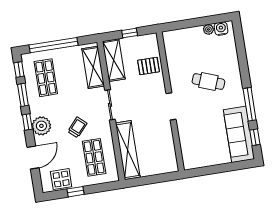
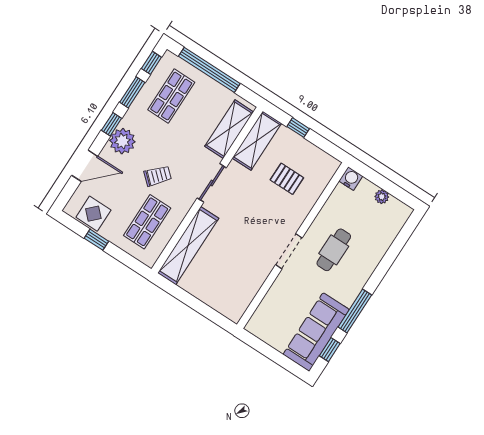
water cooler: (221, 29) -> (351, 179), moved
cafe table: (208, 82) -> (334, 250), turned 69
wall: (170, 101) -> (293, 246), moved
doorway: (171, 106) -> (289, 251), moved

